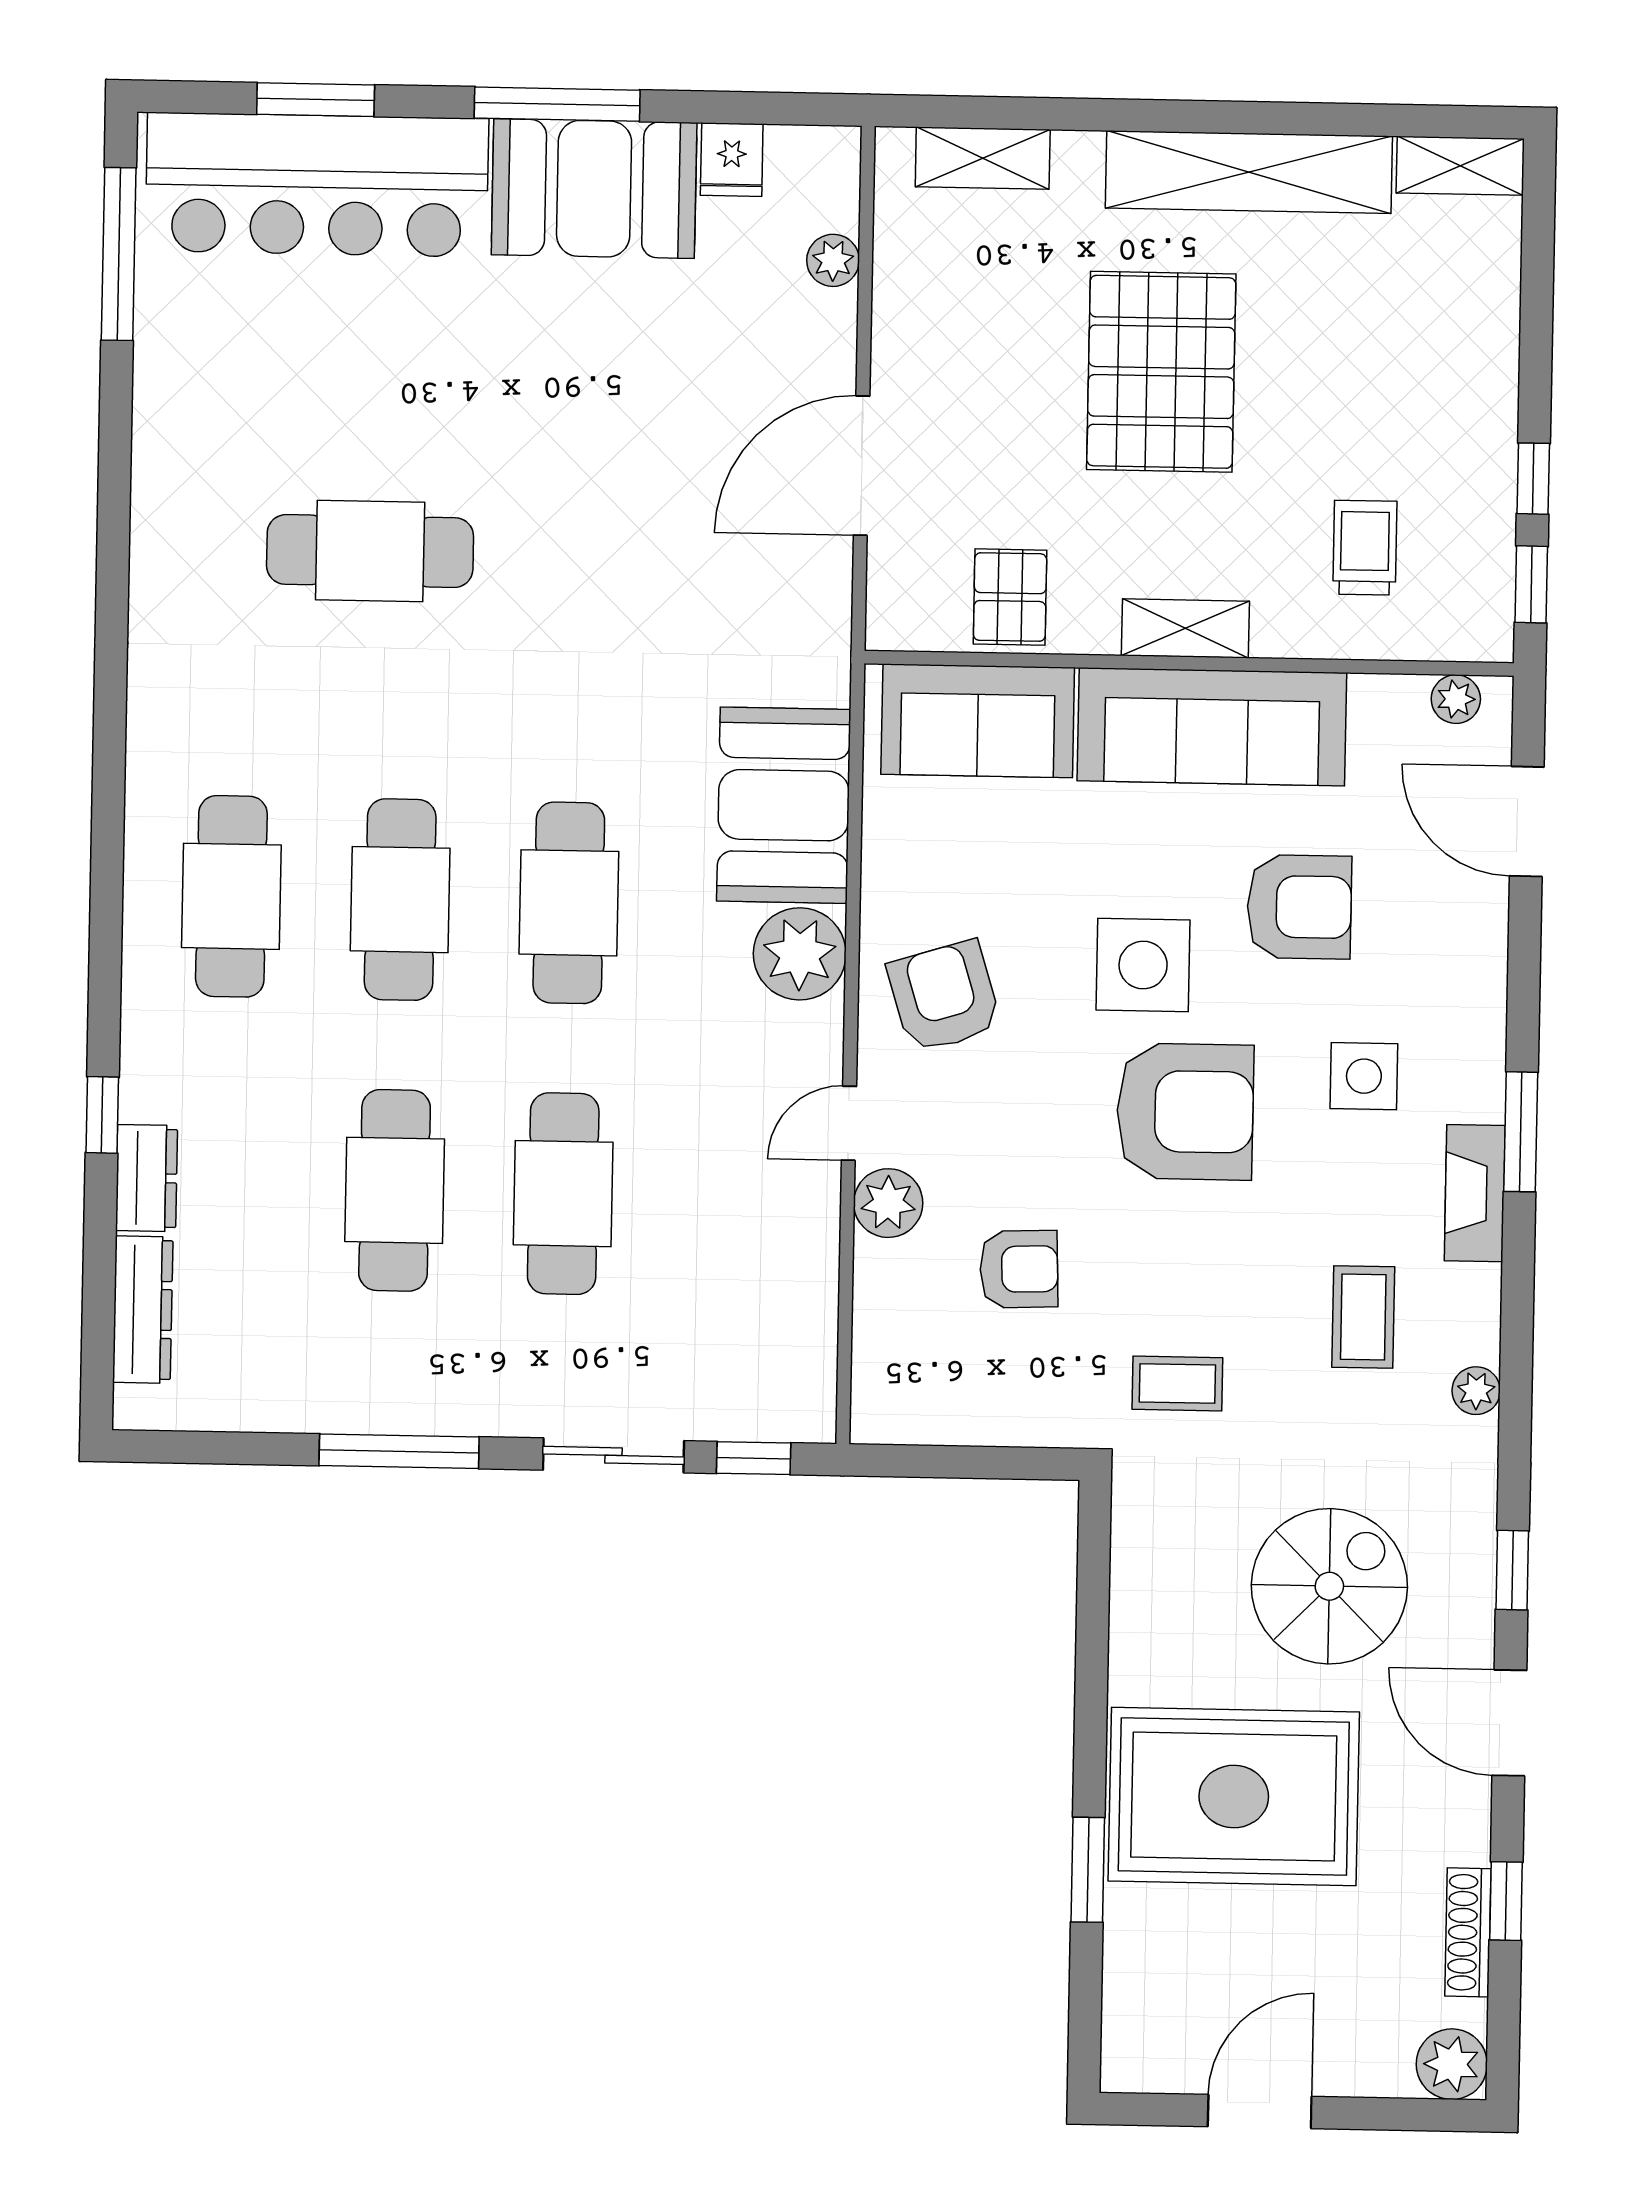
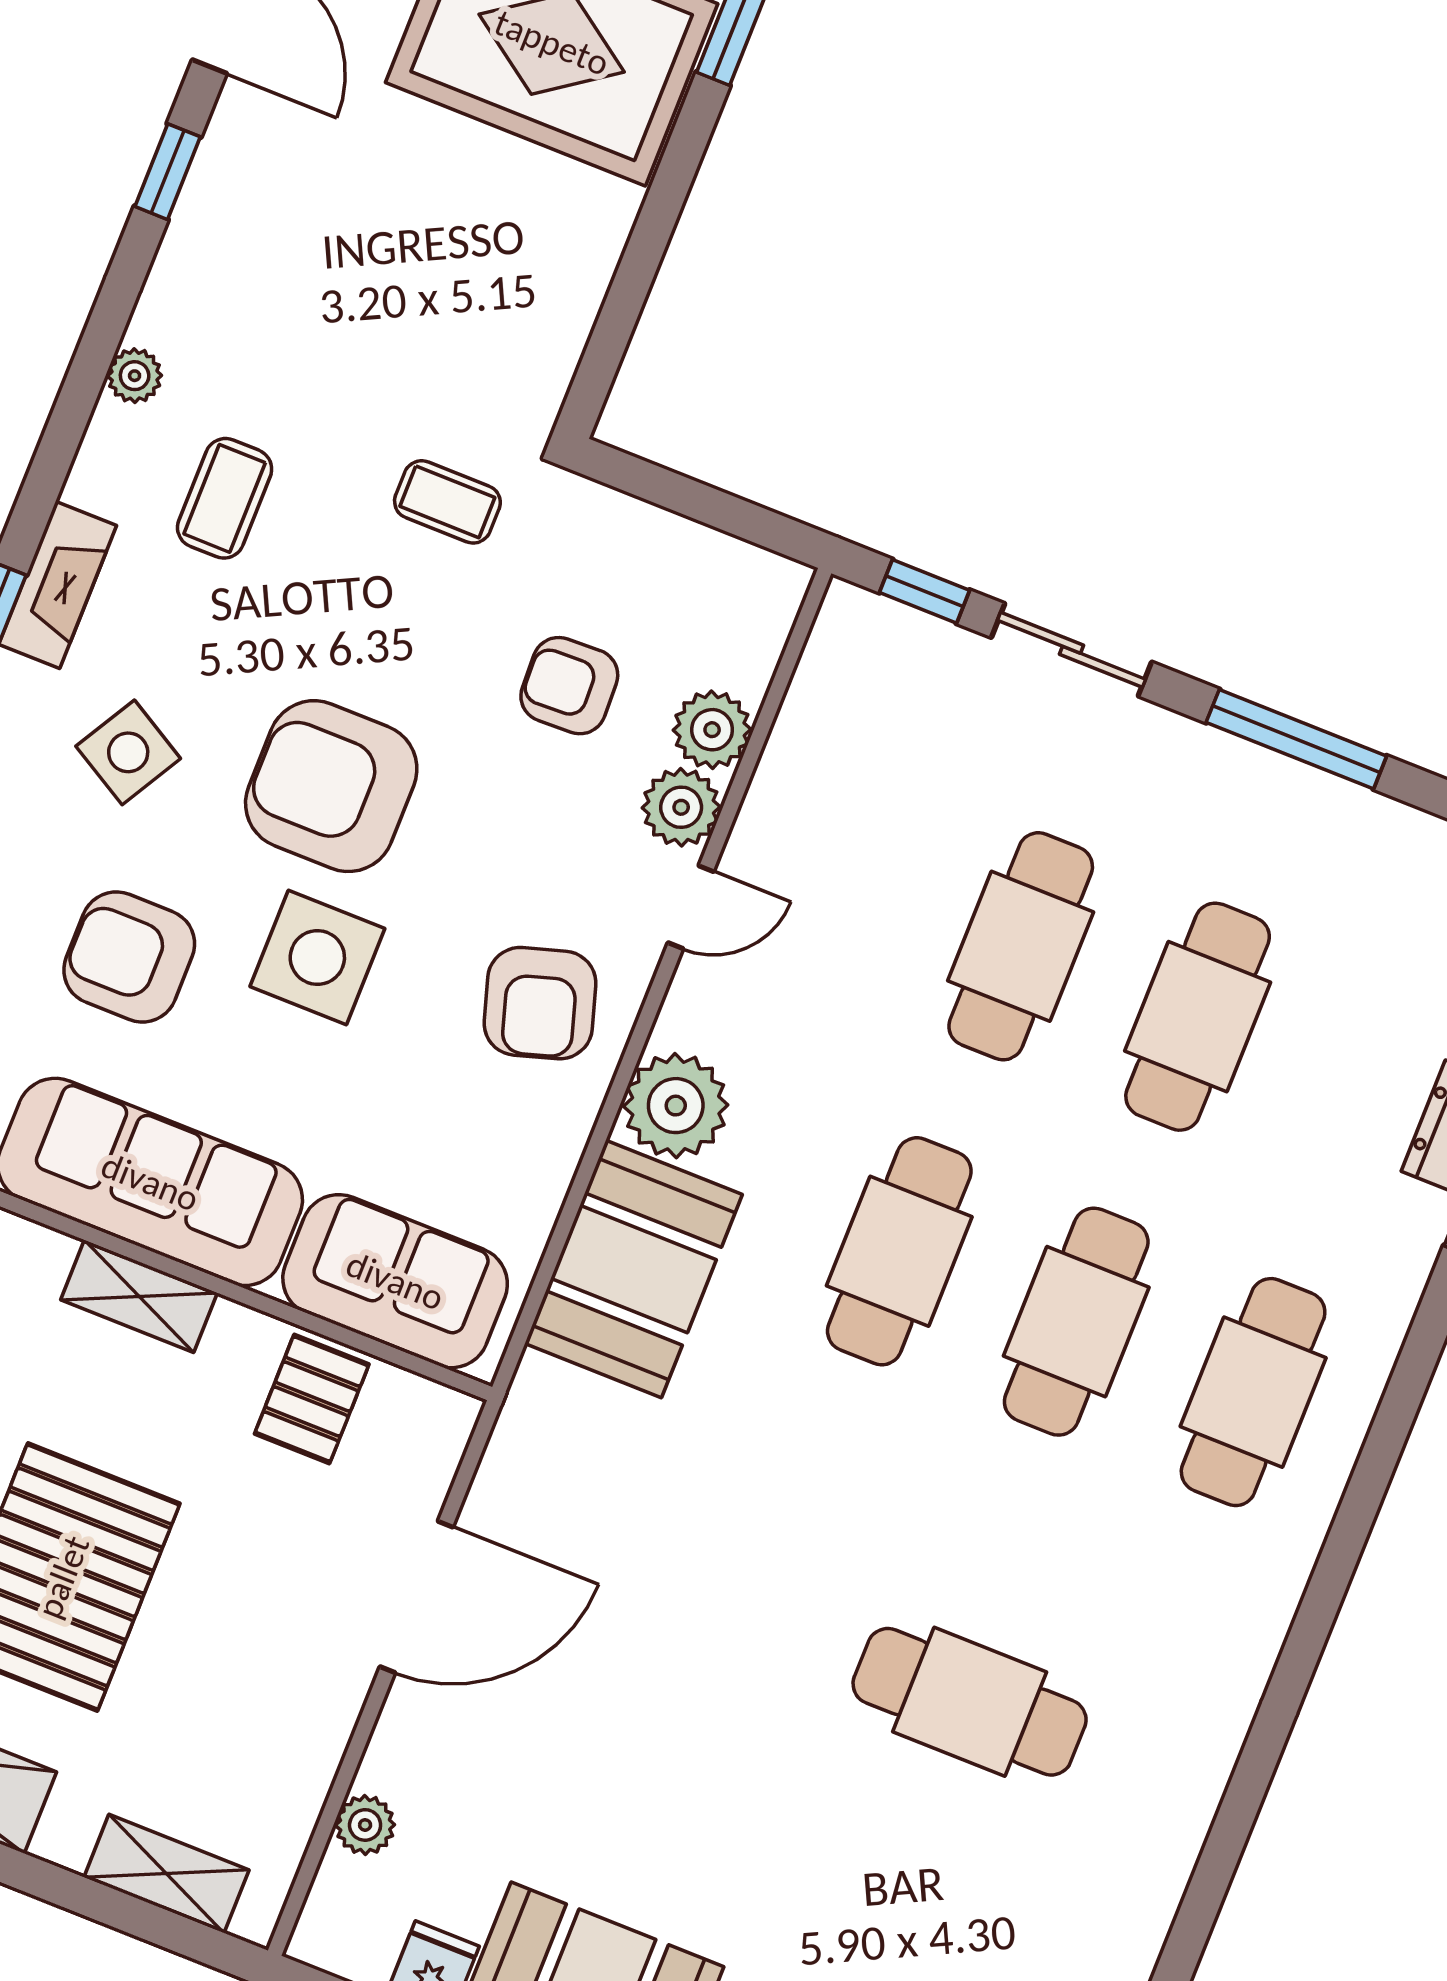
side table: (1364, 1076) -> (128, 752), turned 30
plant: (887, 1277) -> (712, 730), added
spiral stairs: (1329, 1586) -> (367, 227), removed

